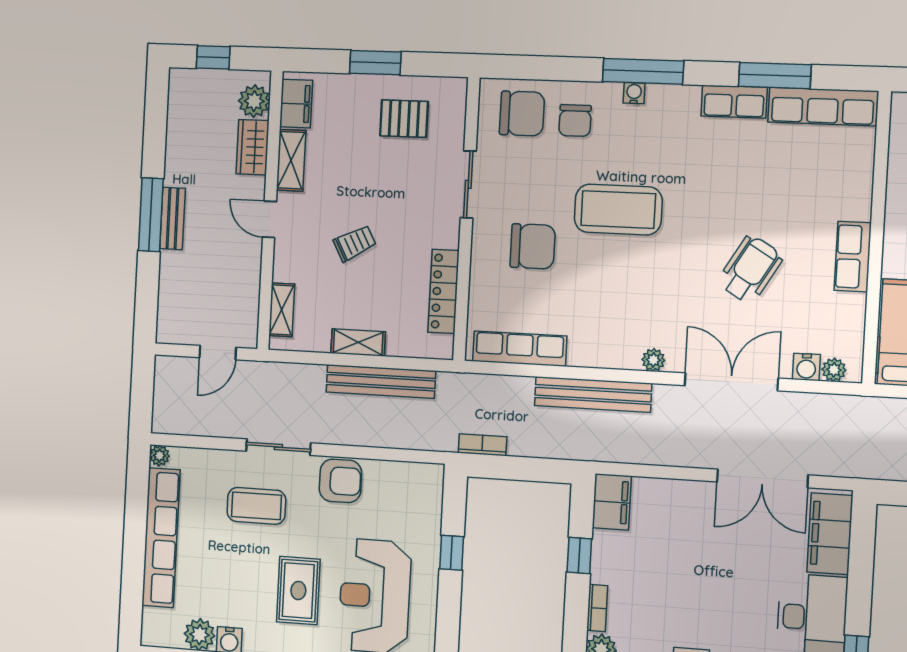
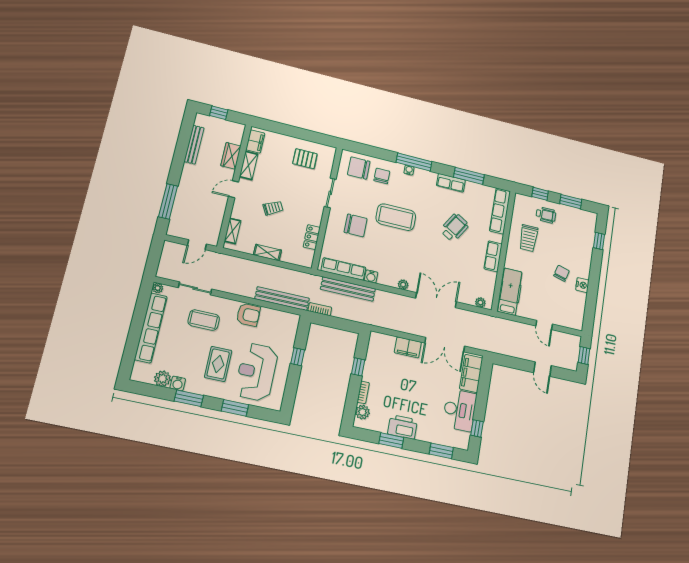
window: (375, 63) -> (295, 132), removed
plant: (254, 101) -> (235, 136), removed
row of seats: (823, 107) -> (500, 211), moved, turned 90
chair: (522, 114) -> (359, 168), turned 180
chair: (575, 120) -> (382, 176), turned 180
window: (151, 215) -> (168, 201), moved
bench: (173, 218) -> (194, 145), moved, width x1.36
door: (269, 219) -> (234, 189), hinge flipped
wheelchair: (750, 269) -> (454, 228), moved
locker: (444, 291) -> (312, 237), width x0.66
water cooler: (806, 367) -> (371, 276), moved
bench: (381, 382) -> (282, 299), moved
bench: (593, 394) -> (348, 289), moved
sliding door: (278, 447) -> (195, 288), moved
filing cabinet: (612, 502) -> (408, 347), moved, turned 90

